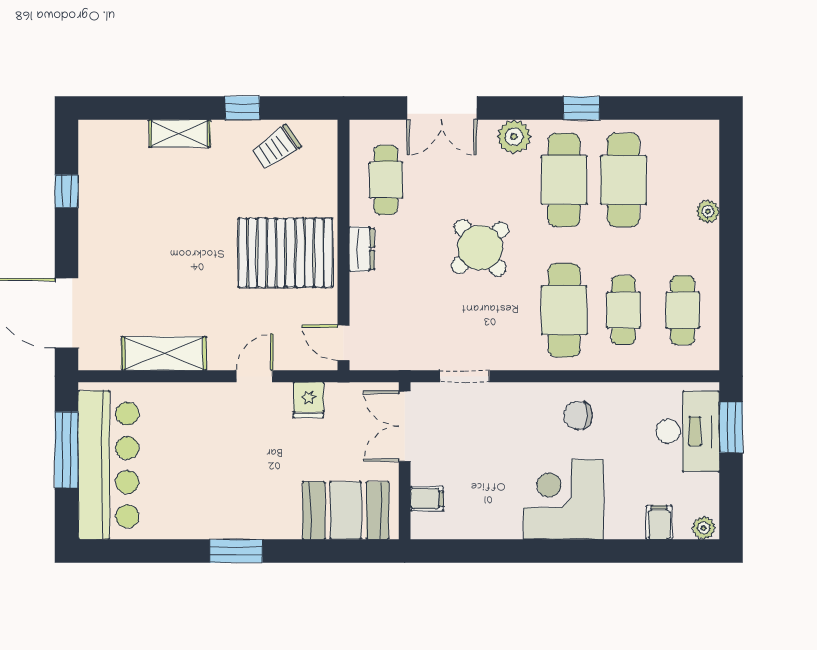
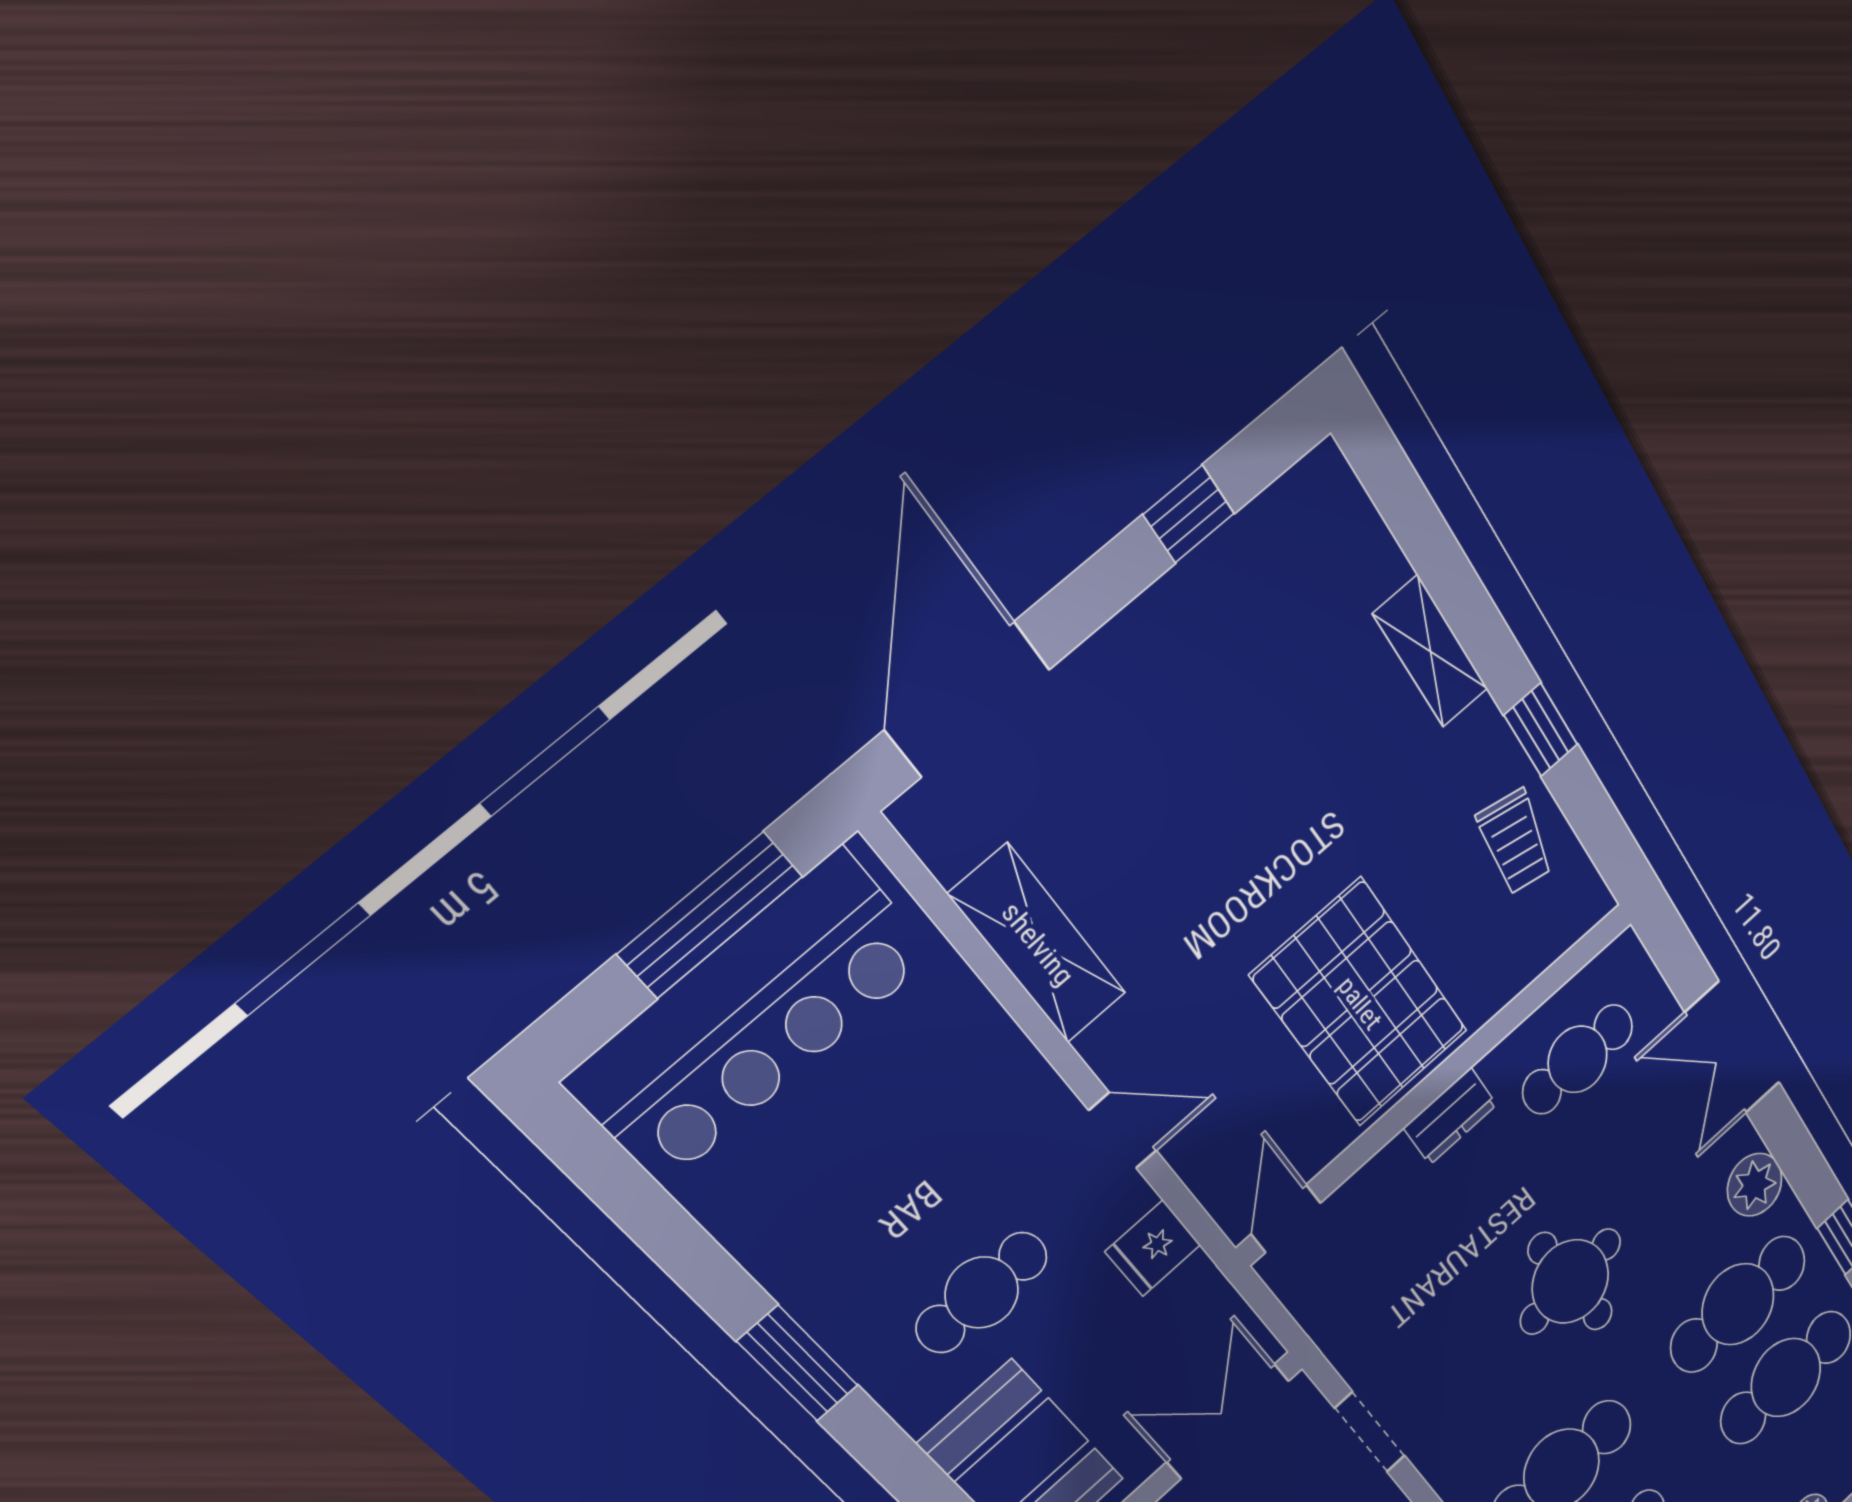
trolley: (276, 147) -> (1515, 842), turned -134
round table: (480, 248) -> (1570, 1282), turned 37
cafe table: (269, 472) -> (982, 1293), added

